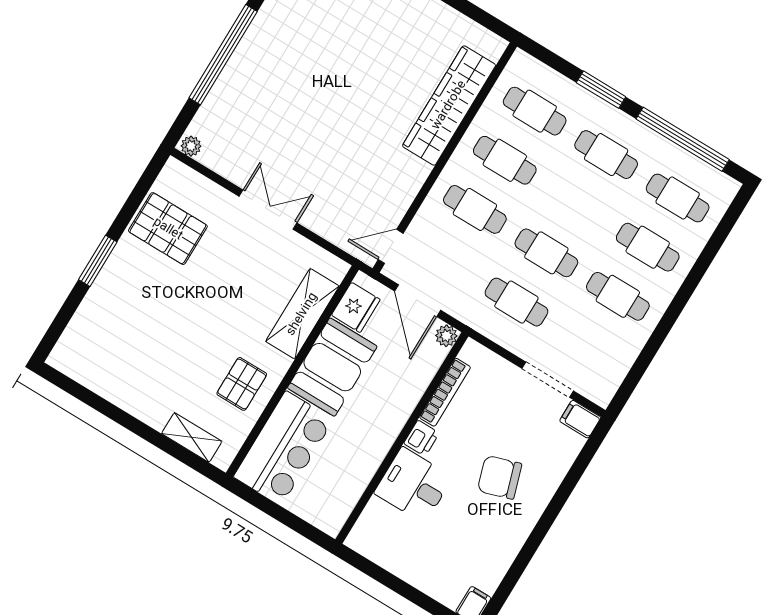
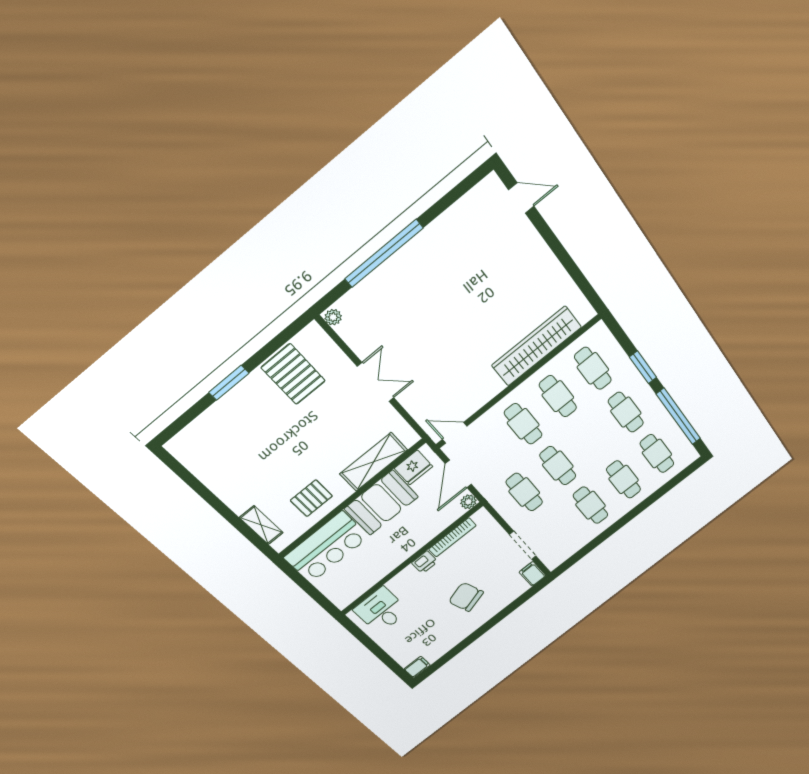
desk: (413, 485) -> (381, 610), moved

